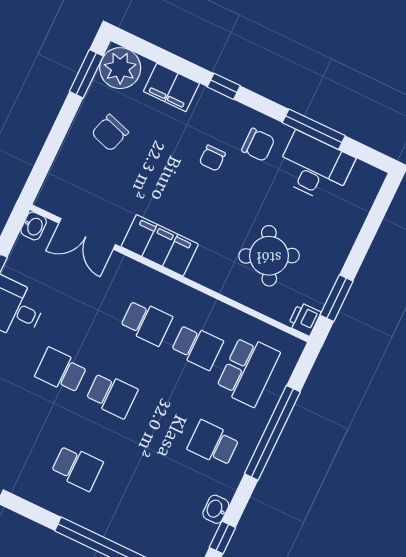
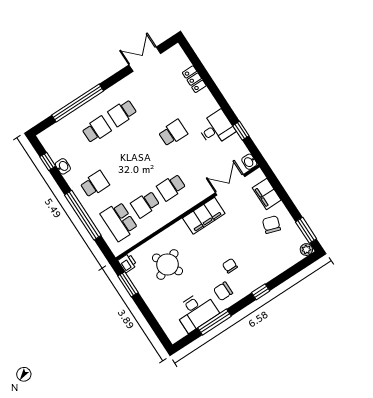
plant: (120, 68) -> (306, 250), width x0.53, depth x0.53
filing cabinet: (171, 87) -> (267, 194), moved, turned -90
school desk: (112, 395) -> (96, 130), moved, turned 180

